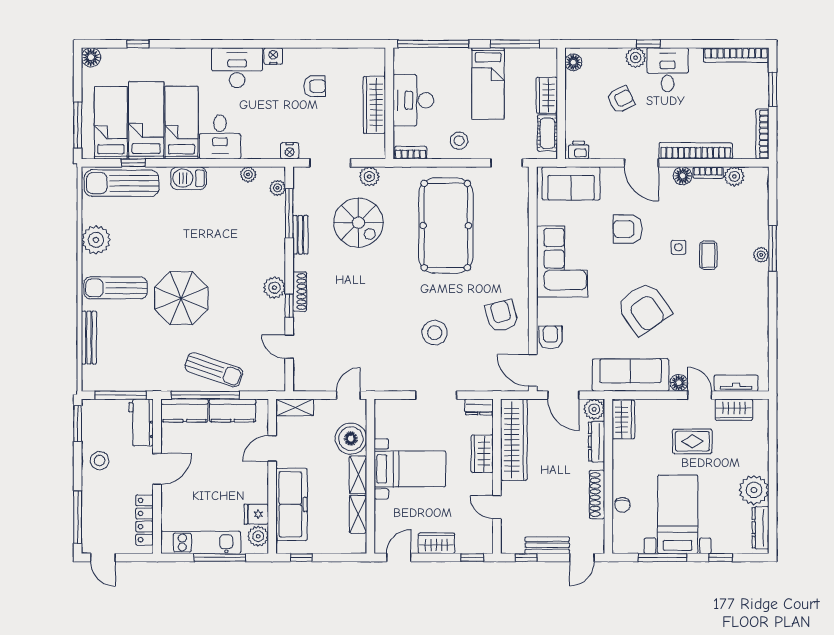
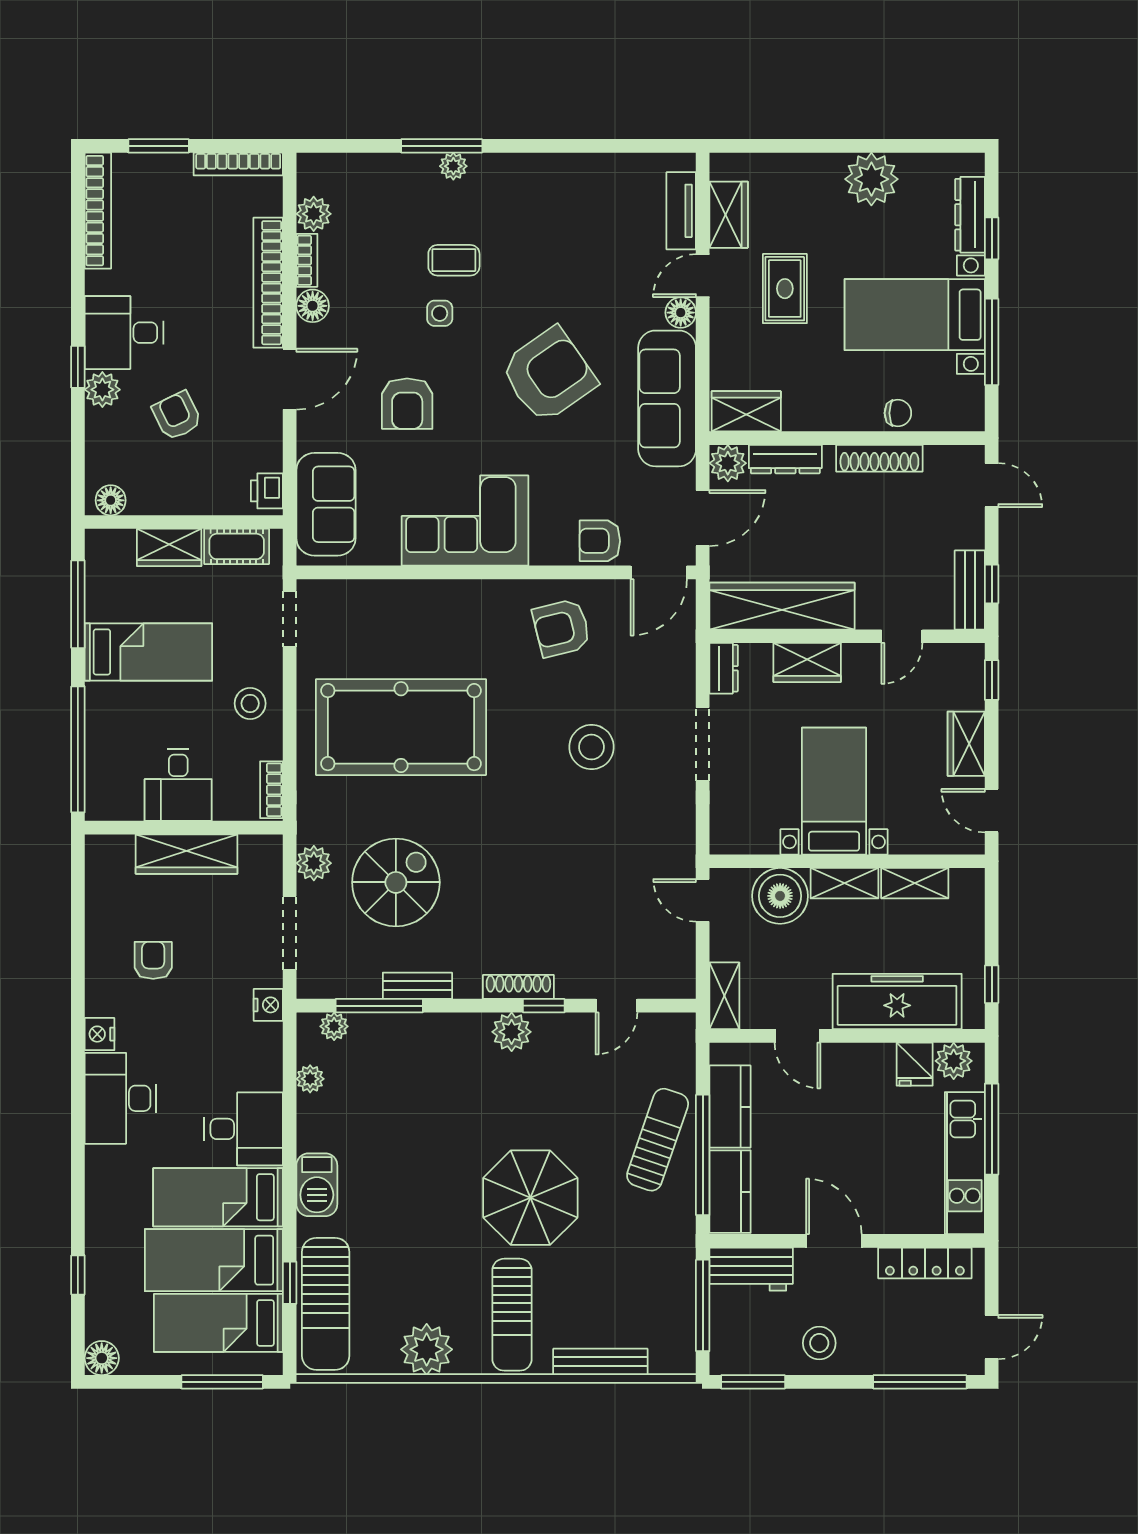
desk: (413, 100) -> (178, 785), width x0.73
dresser: (760, 528) -> (970, 215), moved, turned 90
bench: (547, 545) -> (970, 590), moved

